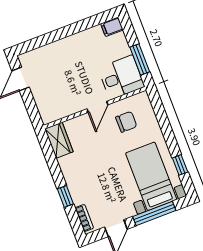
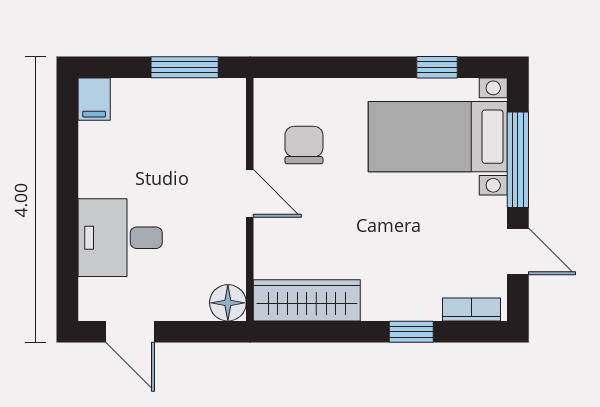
desk: (121, 77) -> (120, 238), moved, turned -90
floor lamp: (48, 115) -> (228, 303), added
wardrobe: (59, 140) -> (307, 300), width x1.50

